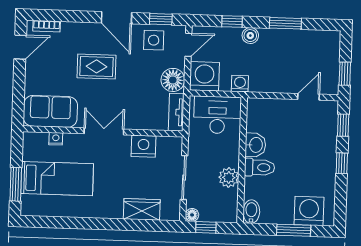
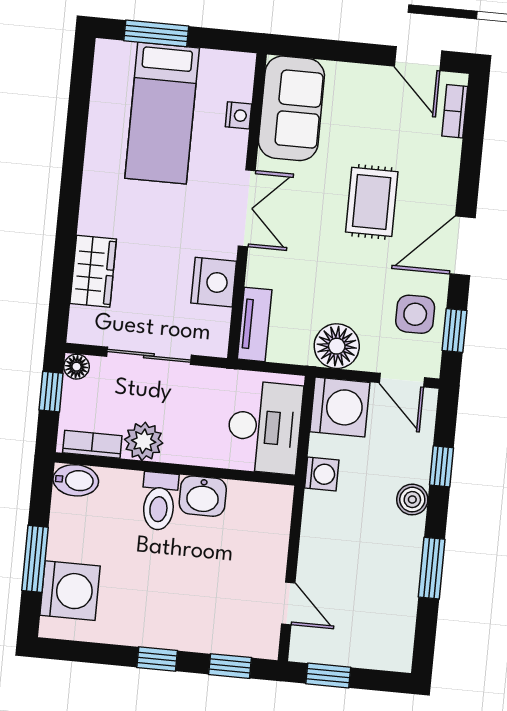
tv unit: (176, 112) -> (255, 324), moved, turned 90
bookcase: (232, 204) -> (92, 444), added

